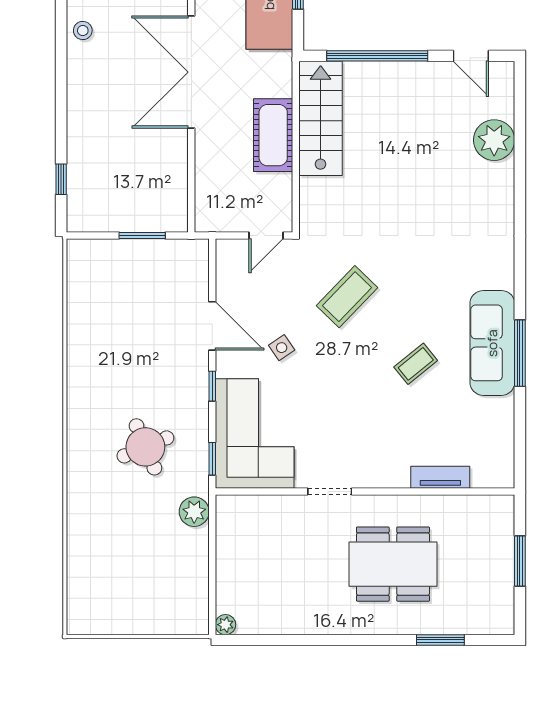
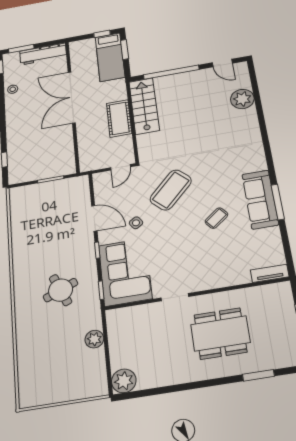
coffee table: (347, 297) -> (171, 190), width x1.36, depth x1.32
tv unit: (440, 477) -> (270, 273), moved
plant: (194, 512) -> (94, 339), moved
plant: (225, 625) -> (124, 381), width x1.87, depth x1.87

